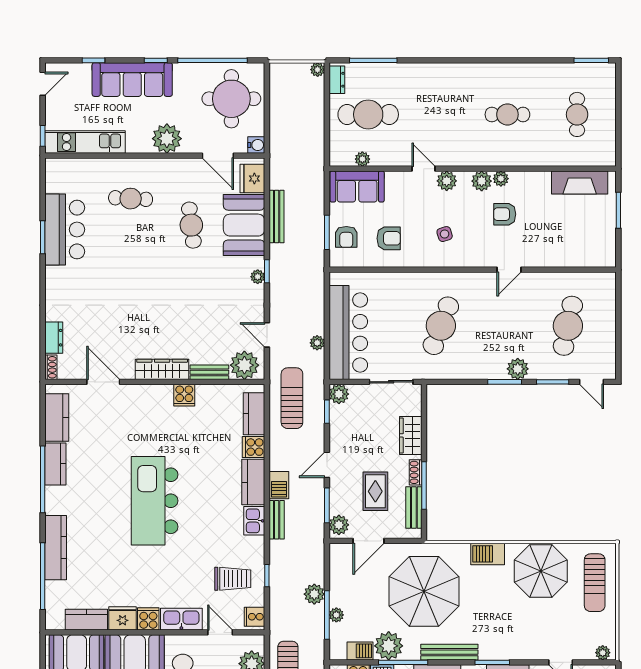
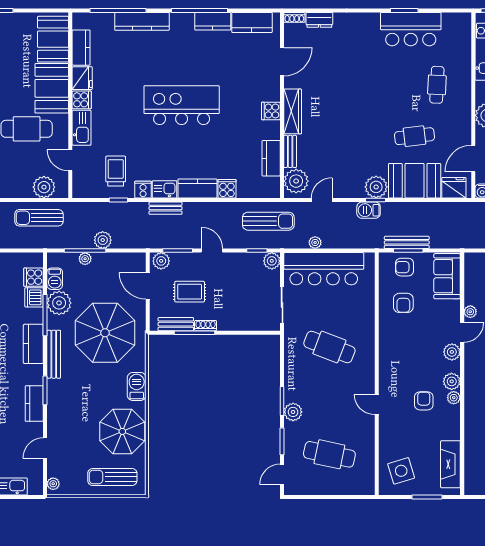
plant: (362, 159) -> (470, 312), moved
bench: (277, 216) -> (407, 242), moved
side table: (445, 234) -> (401, 471), moved, width x1.87, depth x1.87
plant: (258, 277) -> (376, 187), width x1.88, depth x1.88
cooker: (184, 395) -> (271, 111), moved
kitchen counter: (254, 414) -> (271, 158), moved, turned -90
wardrobe: (411, 435) -> (237, 321), removed
barbecue: (279, 485) -> (369, 210), moved
trolley: (233, 579) -> (116, 171), turned 180
cooker: (255, 617) -> (143, 190), moved
door: (220, 632) -> (70, 160), swing flipped

